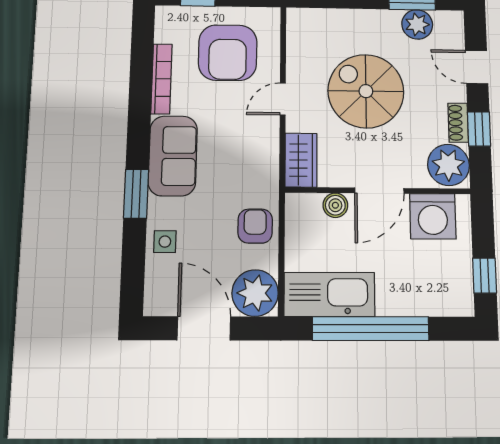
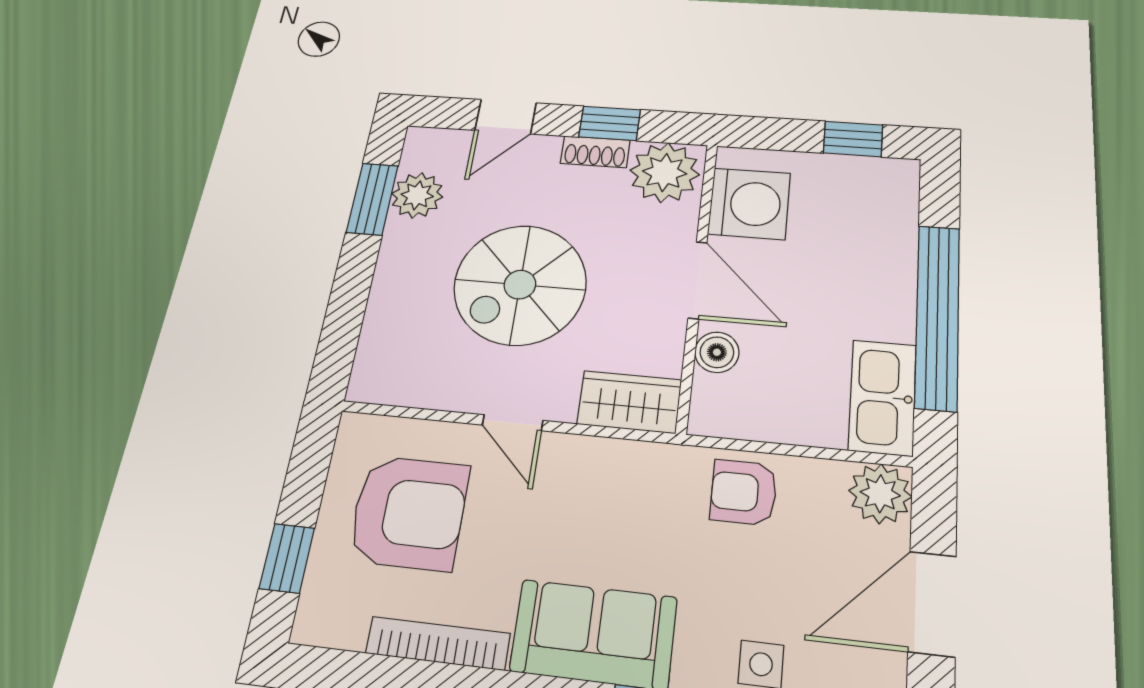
plant: (255, 293) -> (880, 494), width x0.73, depth x0.73
kitchen sink: (329, 294) -> (883, 397), width x0.73, depth x0.81

